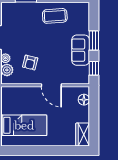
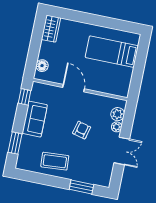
window: (94, 41) -> (15, 143), moved
armchair: (30, 63) -> (82, 130), moved

